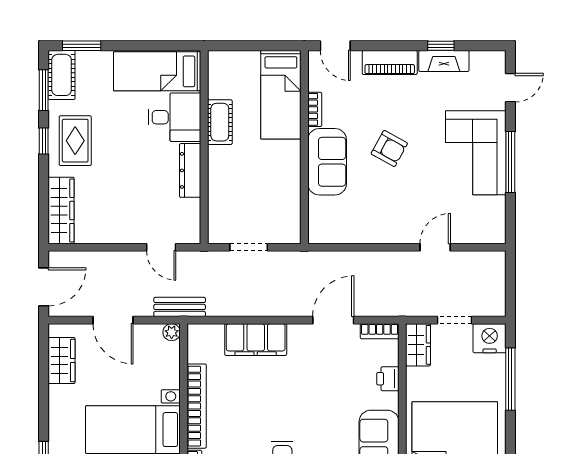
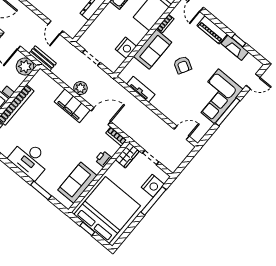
nightstand: (287, 192) -> (126, 48), added
tv unit: (358, 234) -> (141, 89), added
door: (435, 247) -> (182, 133), moved
plant: (270, 304) -> (80, 88), added
plant: (172, 332) -> (25, 66), width x1.88, depth x1.88
nightstand: (490, 338) -> (153, 186), moved, turned 90
filing cabinet: (256, 340) -> (72, 106), moved

